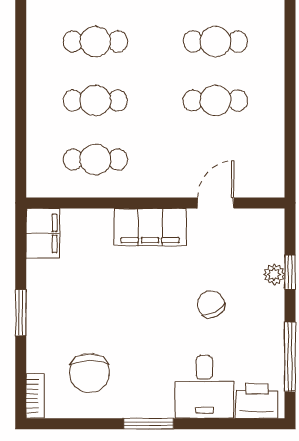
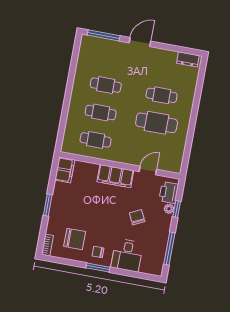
cafe table: (215, 100) -> (157, 123), width x1.37, depth x1.35
chair: (89, 373) -> (75, 239), turned -90
chair: (143, 391) -> (98, 252), added
printer: (257, 401) -> (169, 192), moved, turned -90

